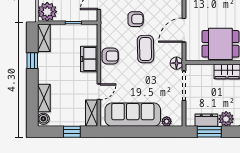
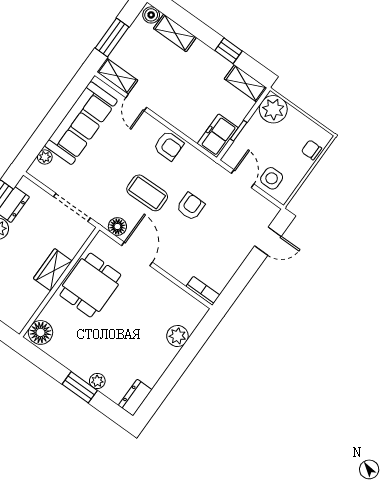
armchair: (136, 19) -> (191, 206), turned 180
armchair: (110, 56) -> (169, 146), turned -90
freezer: (89, 59) -> (218, 136), moved, turned -90
floor lamp: (176, 63) -> (117, 226), moved
window: (72, 132) -> (112, 38), width x1.50

